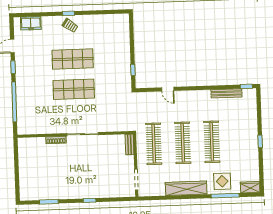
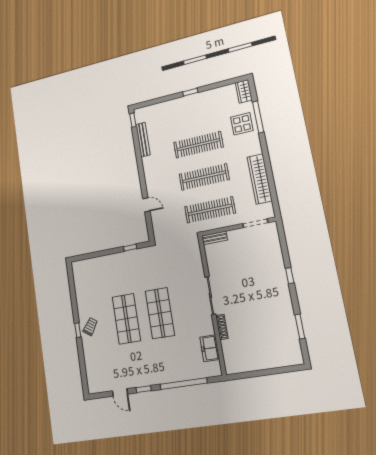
freezer: (31, 23) -> (210, 348), moved, turned 180
door: (168, 89) -> (146, 205), hinge flipped
wardrobe: (186, 188) -> (260, 179), moved

